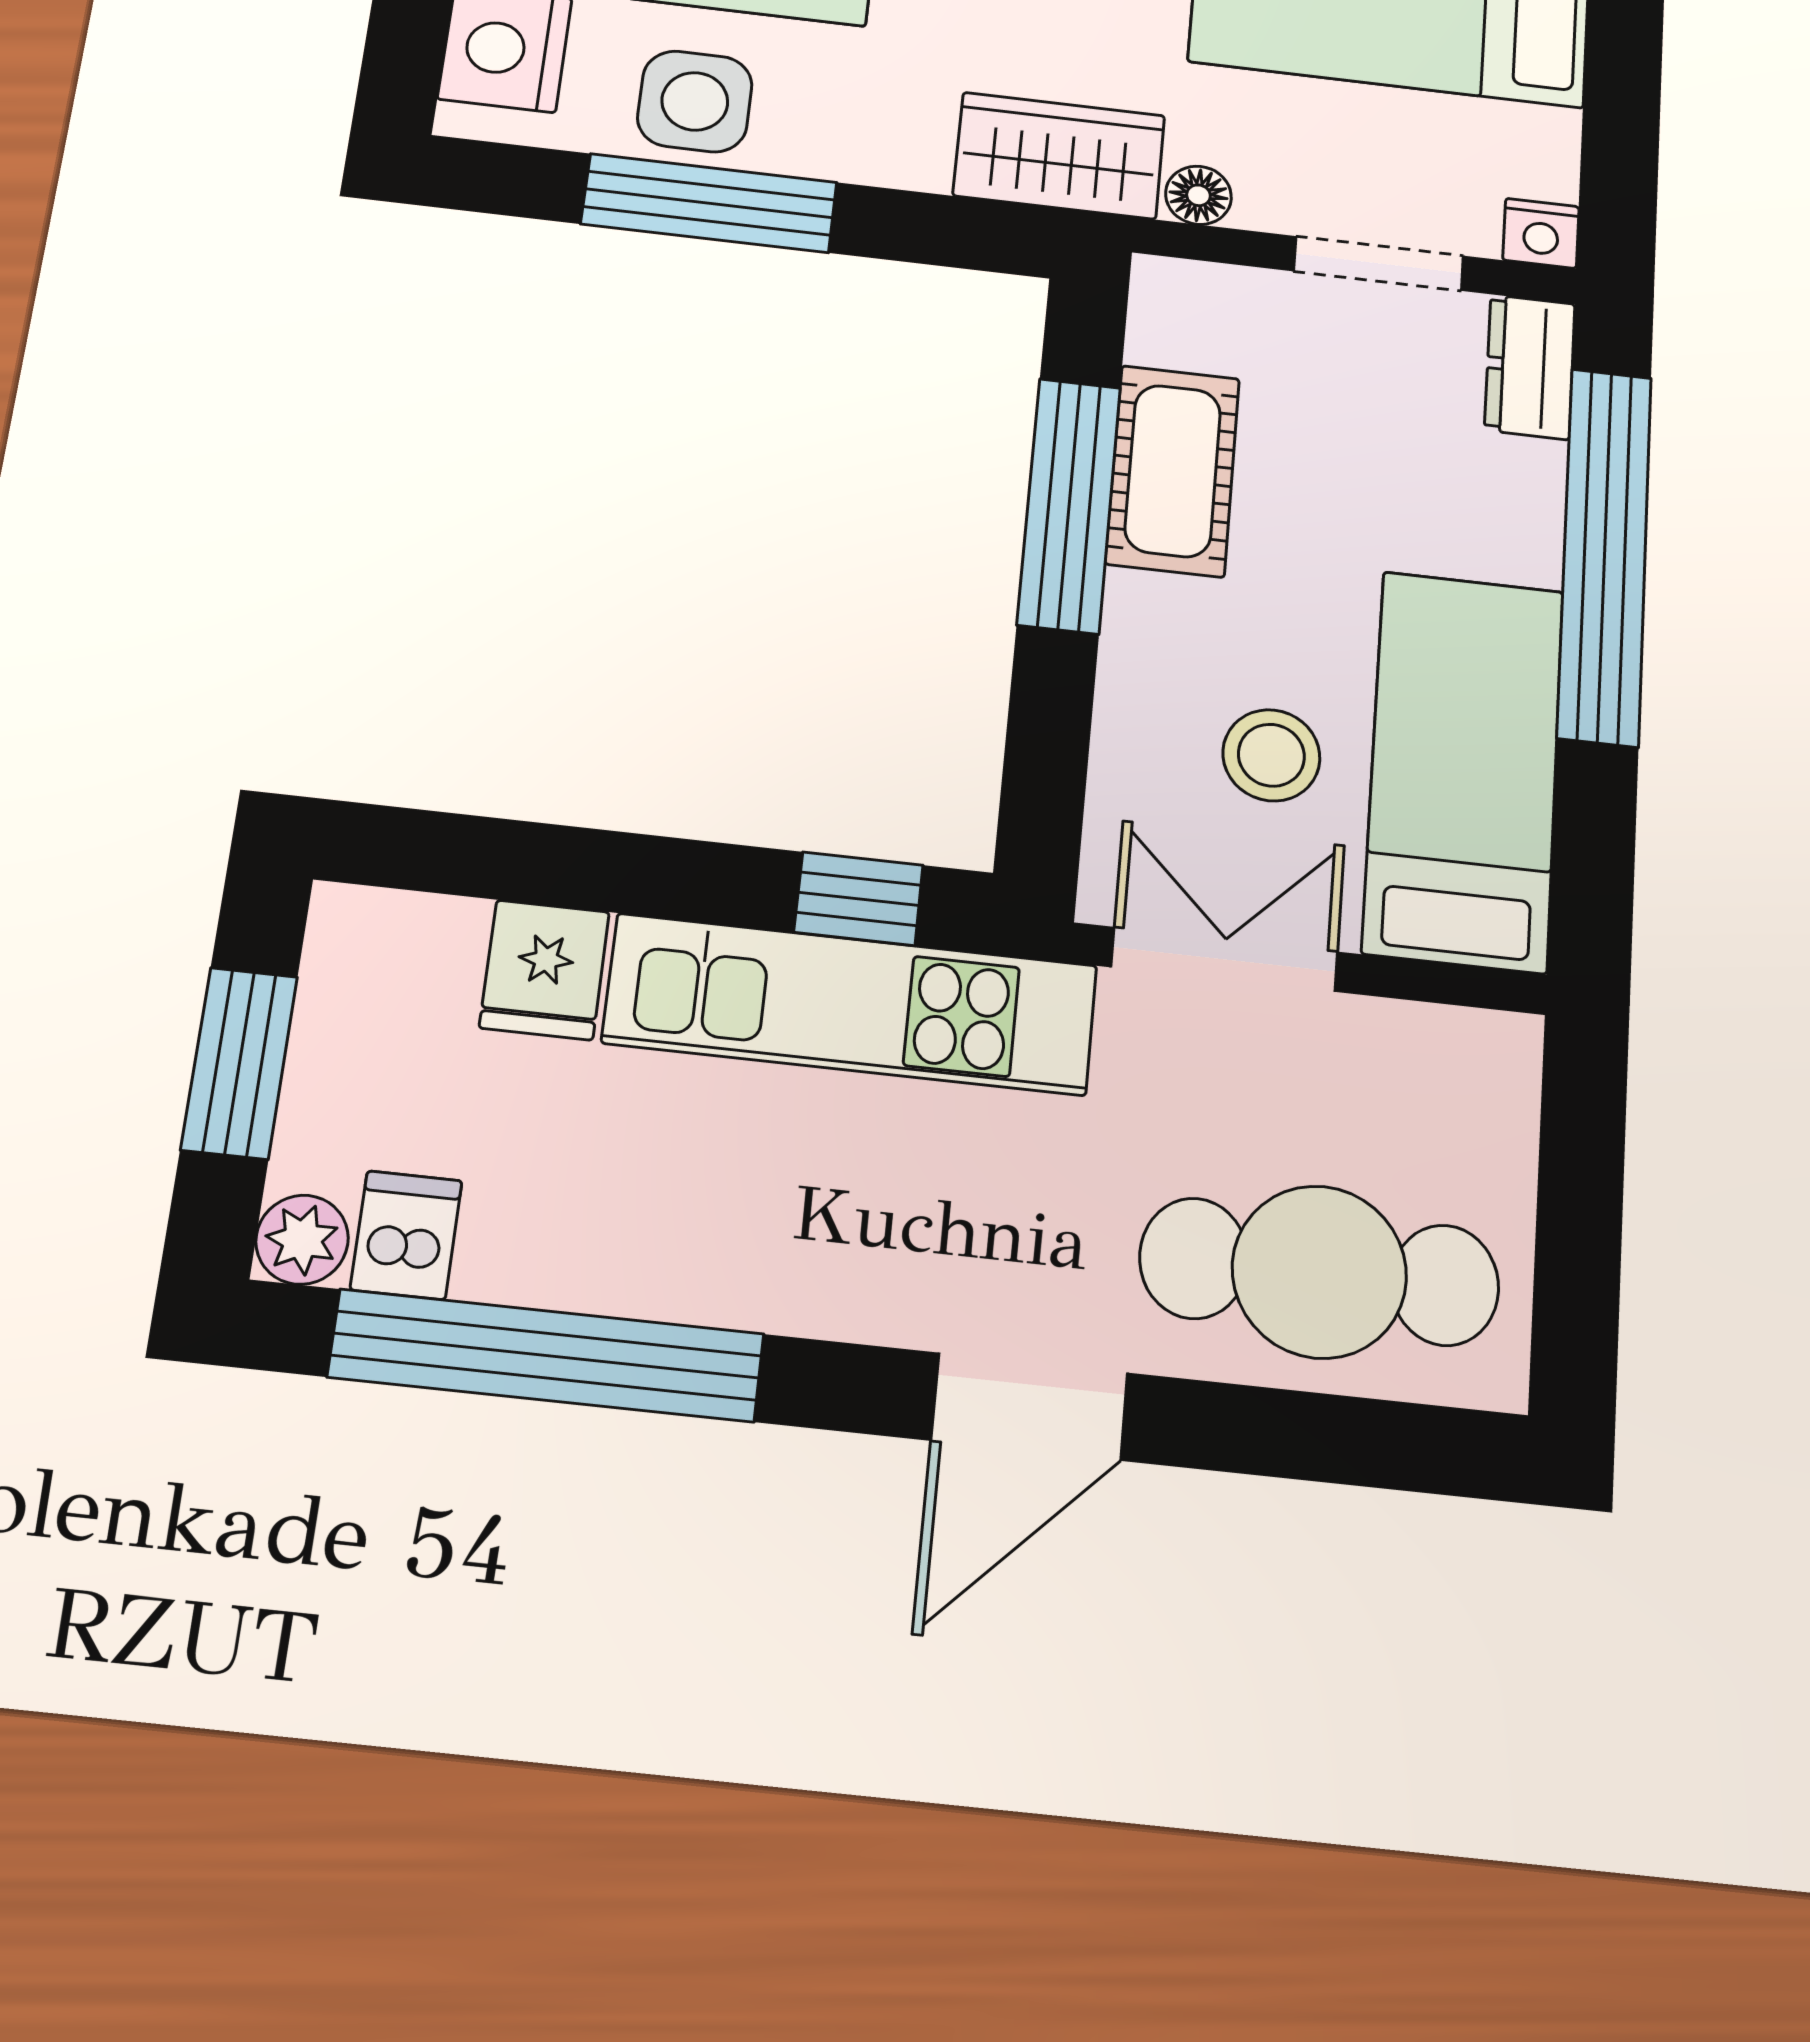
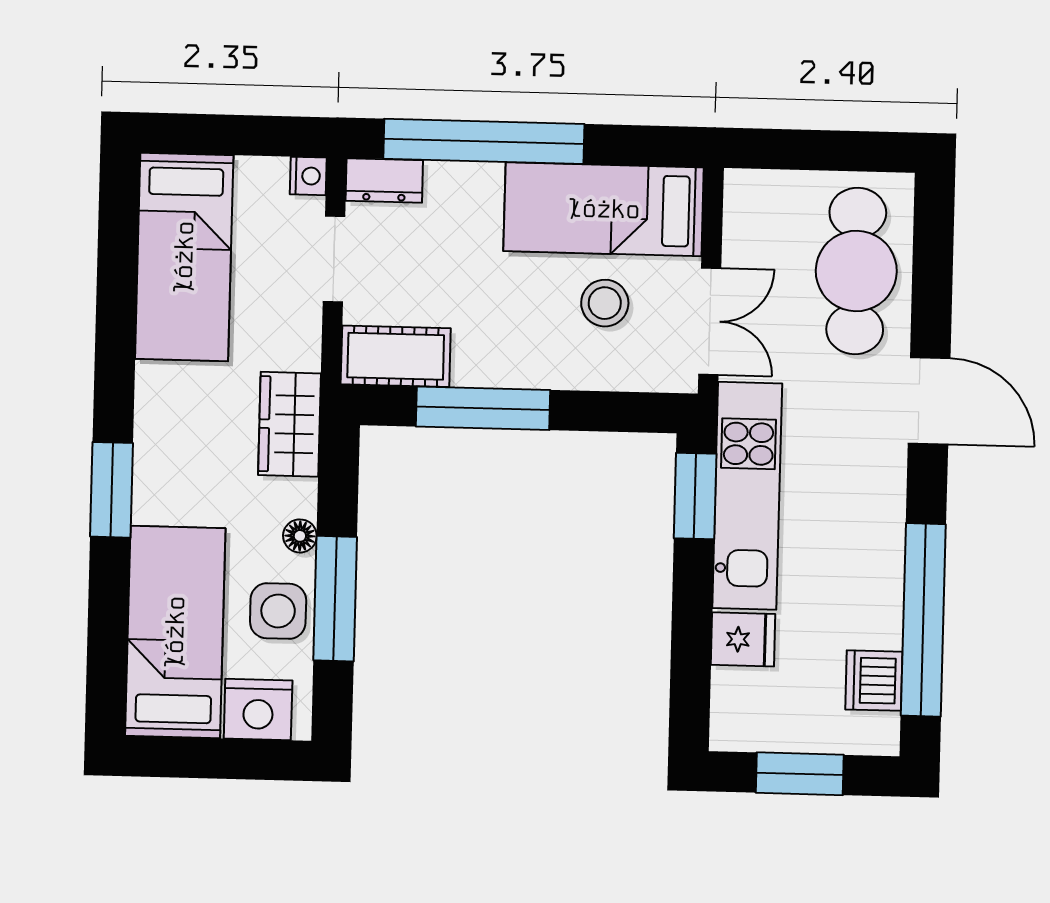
floor lamp: (1198, 195) -> (300, 536), moved
cot: (1173, 471) -> (396, 356), moved
window: (859, 899) -> (695, 496), width x1.50
double door: (1225, 959) -> (710, 321), swing flipped
dishwasher: (406, 1235) -> (874, 681), width x1.38
plant: (302, 1240) -> (880, 735), removed

